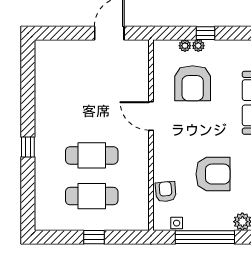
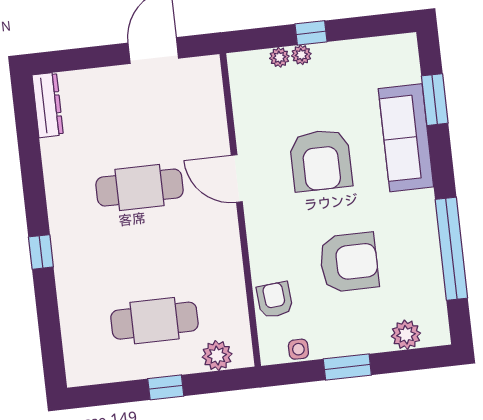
dresser: (42, 59) -> (48, 105), added
armchair: (193, 83) -> (321, 160), moved
cafe table: (92, 155) -> (140, 188), moved
plant: (127, 221) -> (217, 356), added
window: (205, 237) -> (347, 367), width x0.47

